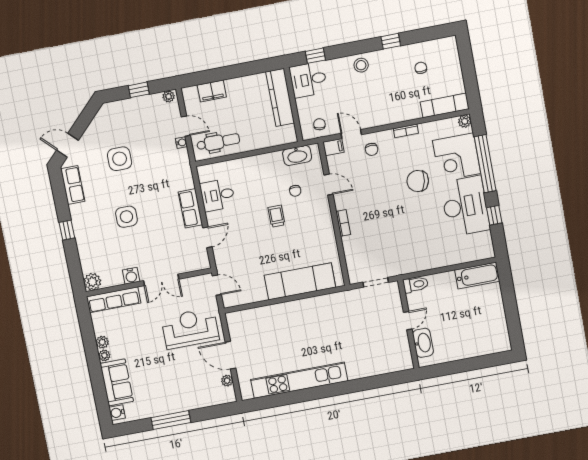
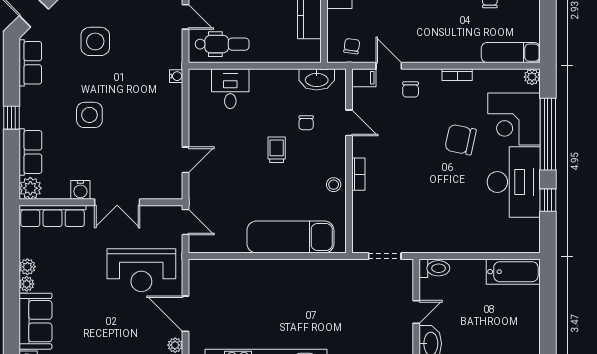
water cooler: (181, 143) -> (176, 76), moved
desk: (218, 195) -> (230, 89), moved, turned 90
row of seats: (190, 208) -> (30, 152), moved, turned 180
stool: (326, 235) -> (334, 185), added
reception desk: (190, 328) -> (141, 270), turned 180

